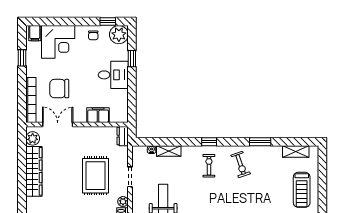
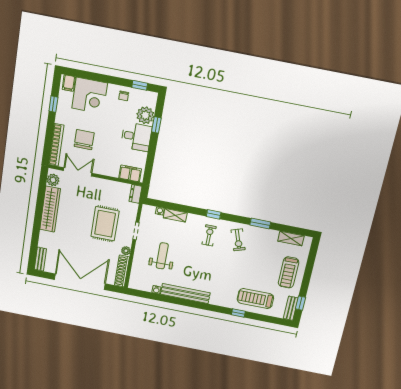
plant: (119, 35) -> (145, 115), moved
chair: (59, 89) -> (84, 140), turned 90
filing cabinet: (98, 115) -> (130, 173), moved

